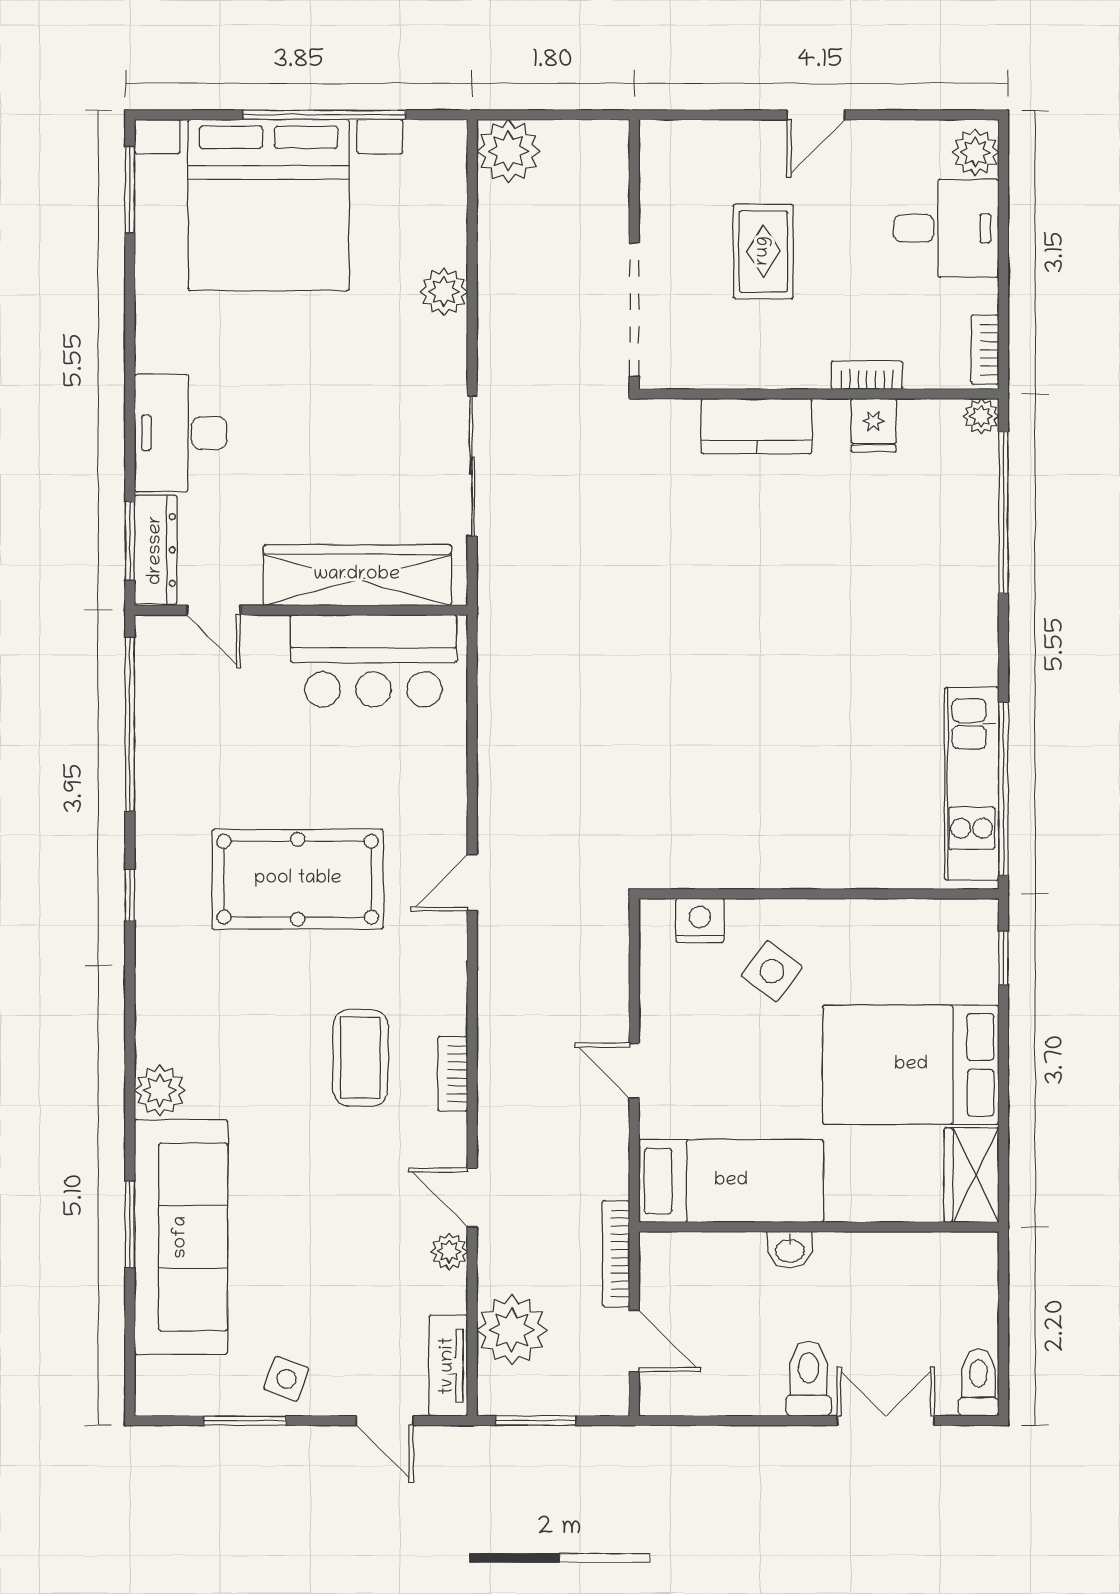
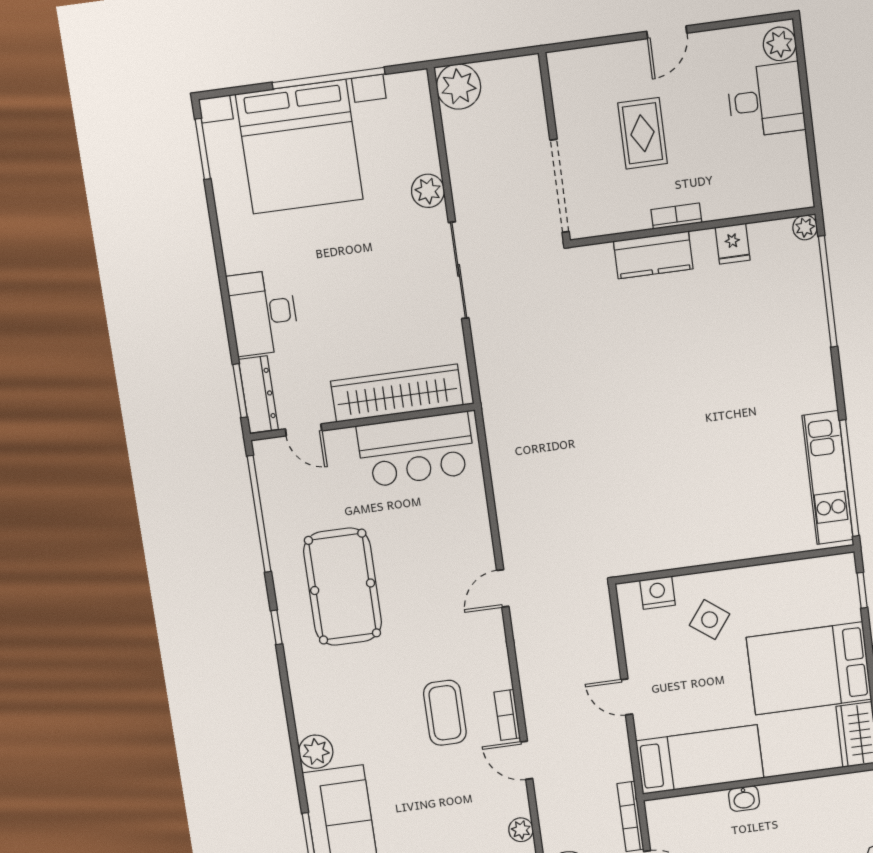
bookcase: (985, 350) -> (802, 181), removed
bookcase: (867, 375) -> (676, 216), moved
sliding door: (472, 466) -> (459, 270), moved
pool table: (298, 879) -> (343, 587), moved, turned 90
door: (472, 1197) -> (527, 760), moved

